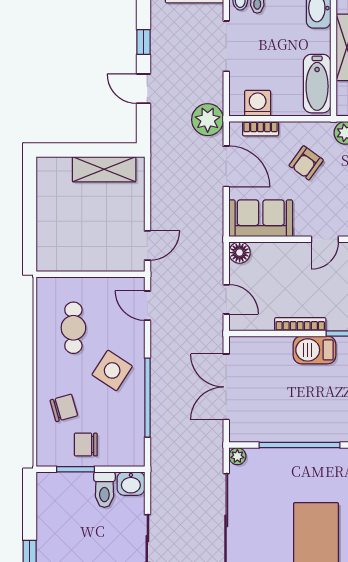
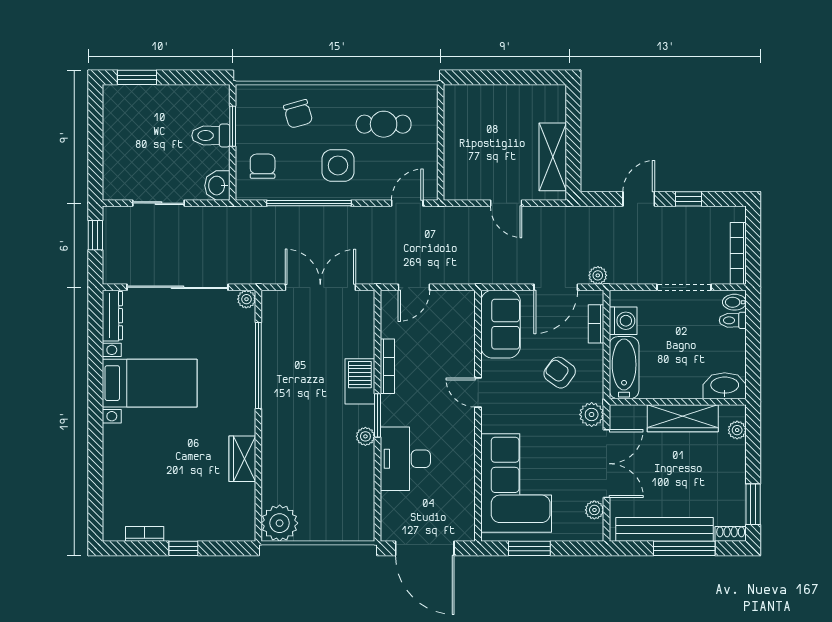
bathtub: (317, 84) -> (624, 368), moved, turned 90
plant: (208, 120) -> (598, 275), width x0.53, depth x0.53
door: (147, 246) -> (506, 203), moved
floor lamp: (240, 253) -> (464, 301), removed
side table: (112, 370) -> (338, 165), turned -33
chair: (86, 445) -> (263, 166), moved
toilet: (104, 490) -> (211, 135), moved

